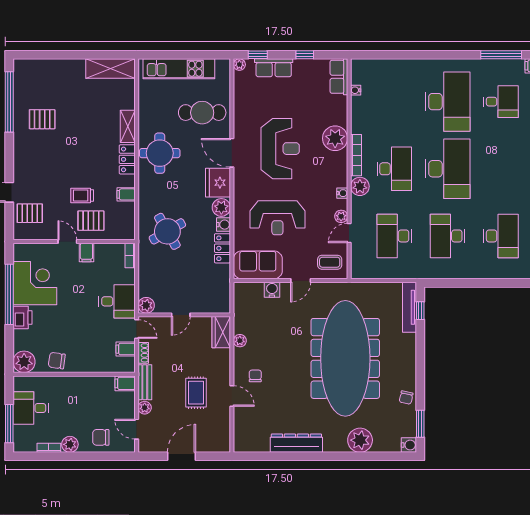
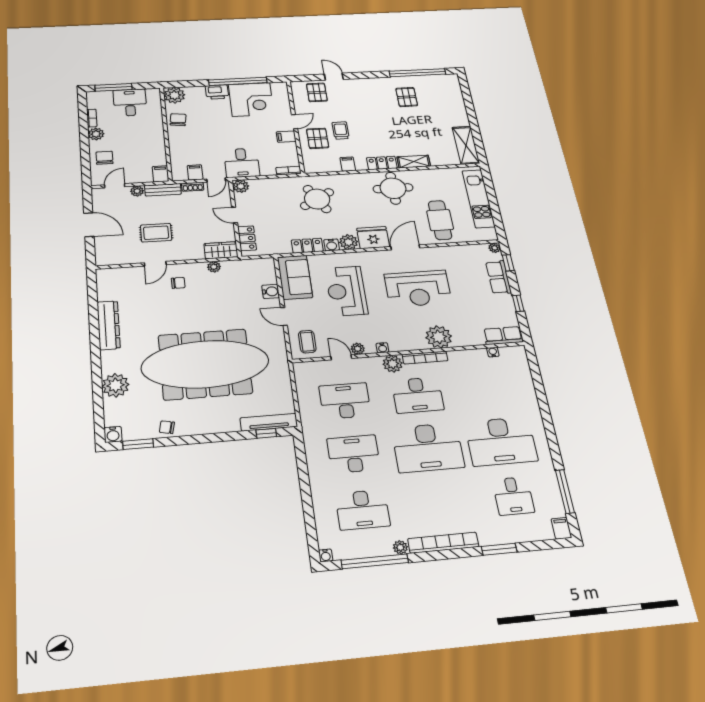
locker: (209, 306) -> (247, 238), added

